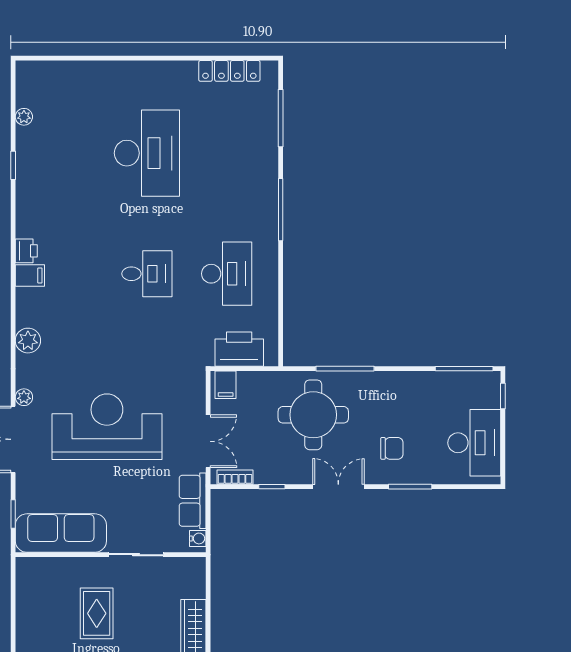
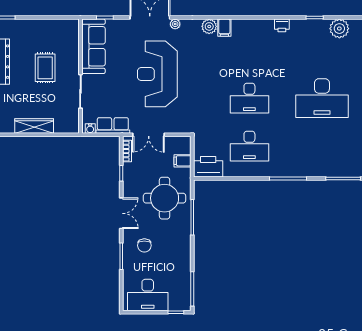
plant: (24, 117) -> (339, 29), width x1.87, depth x1.87
printer: (26, 251) -> (282, 25), moved
desk: (147, 274) -> (249, 98), width x1.37
filing cabinet: (30, 276) -> (224, 28), moved
printer: (239, 349) -> (208, 167), moved, turned -90
filing cabinet: (226, 385) -> (183, 161), moved
reception desk: (107, 427) -> (157, 74), turned 180
rug: (97, 613) -> (45, 68), turned 90

